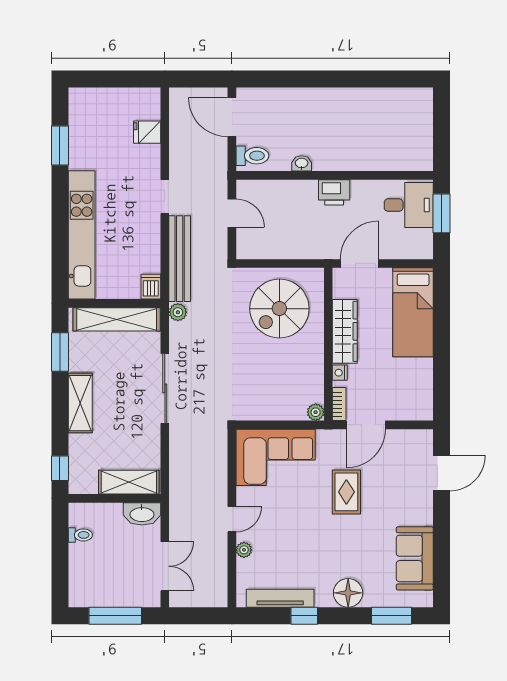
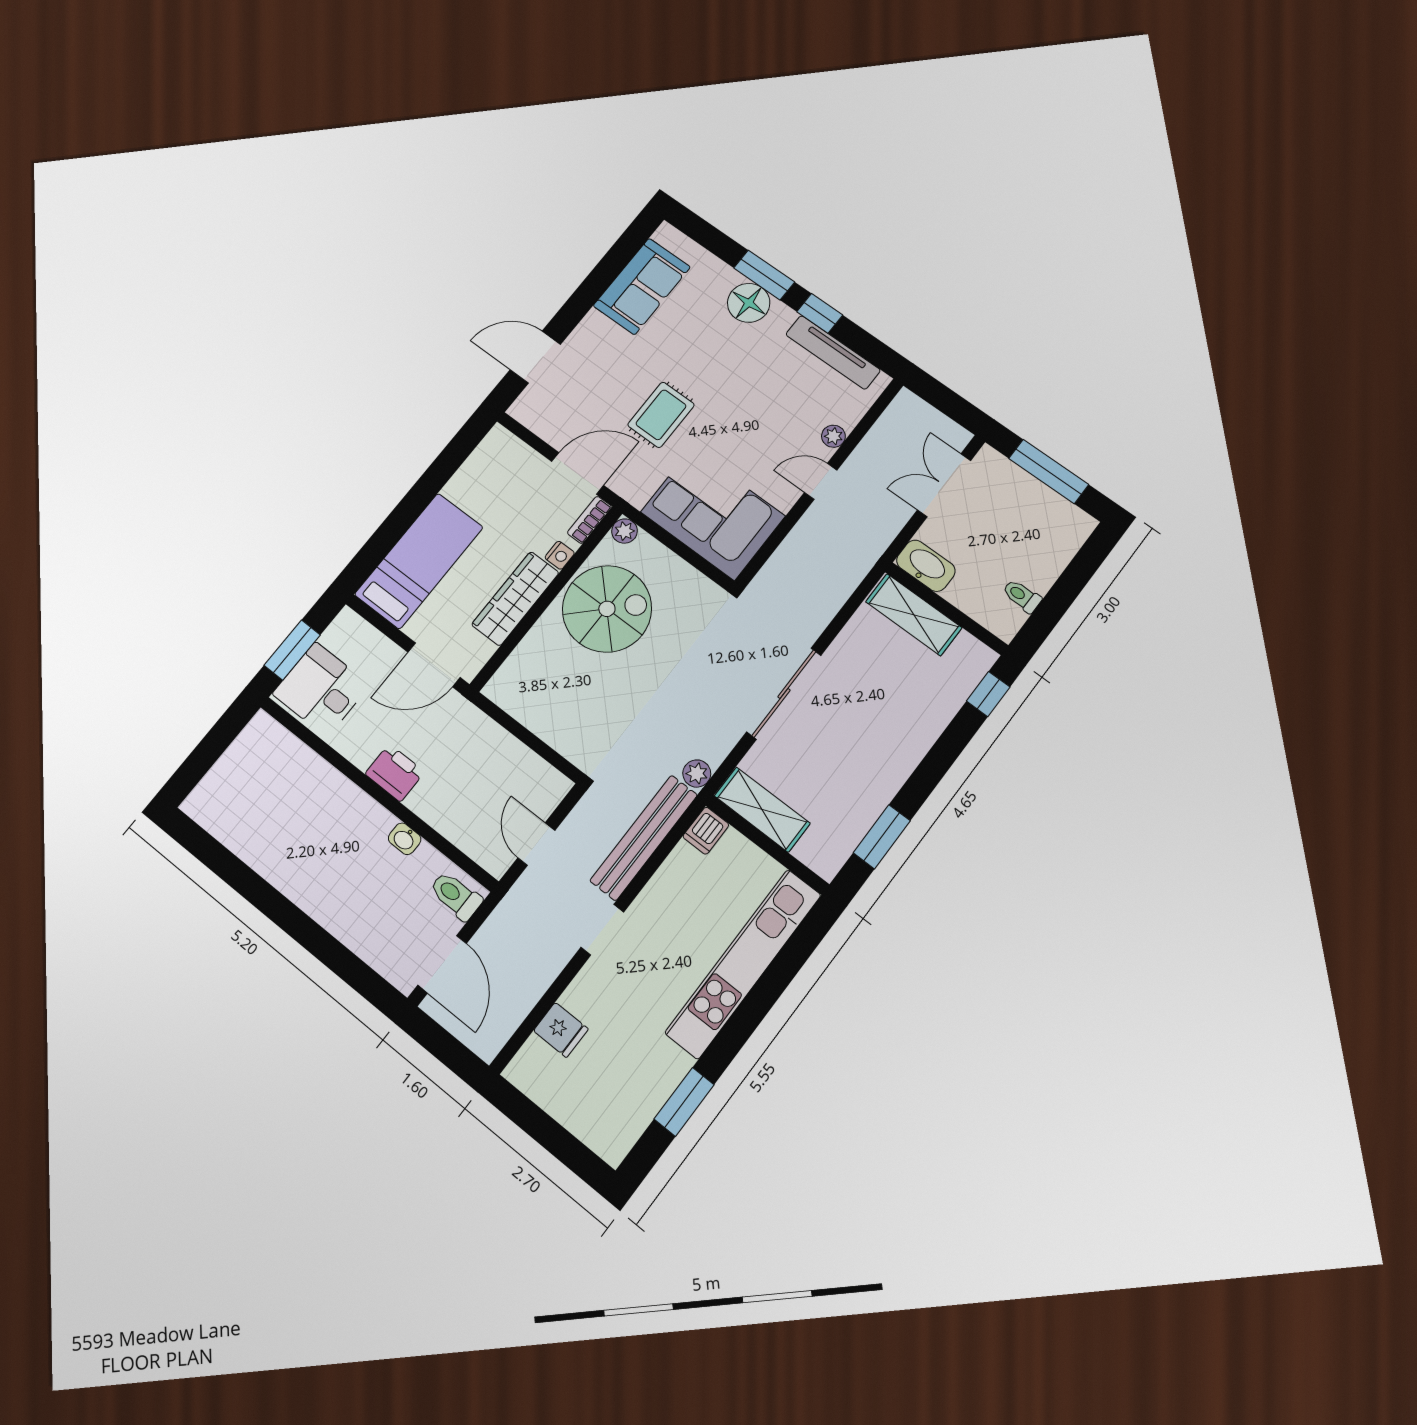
spiral stairs: (279, 309) -> (607, 609), moved
shelving: (117, 319) -> (762, 810), width x0.68
shelving: (80, 403) -> (903, 754), removed
window: (391, 616) -> (764, 275), moved

